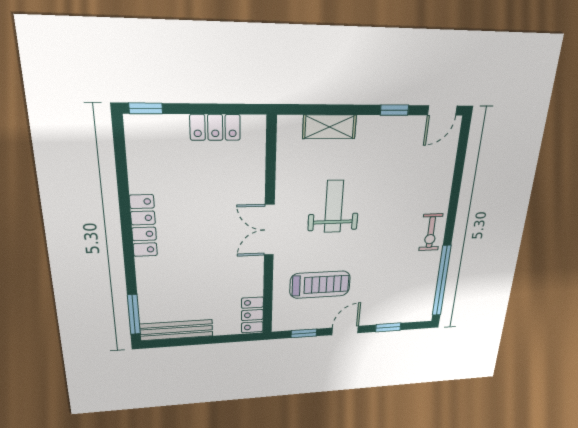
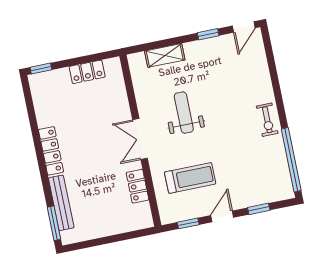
locker: (252, 315) -> (137, 186), moved
bench: (177, 330) -> (61, 203), moved, turned 90

